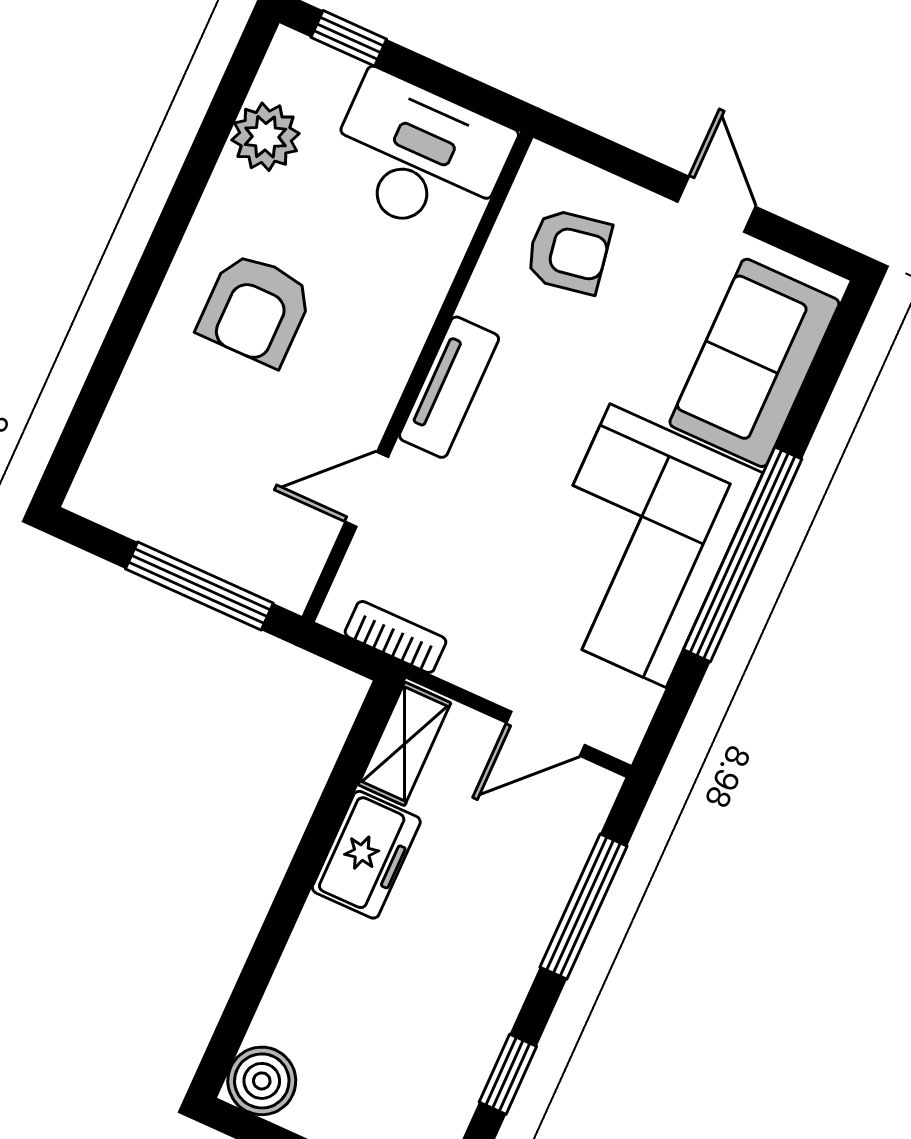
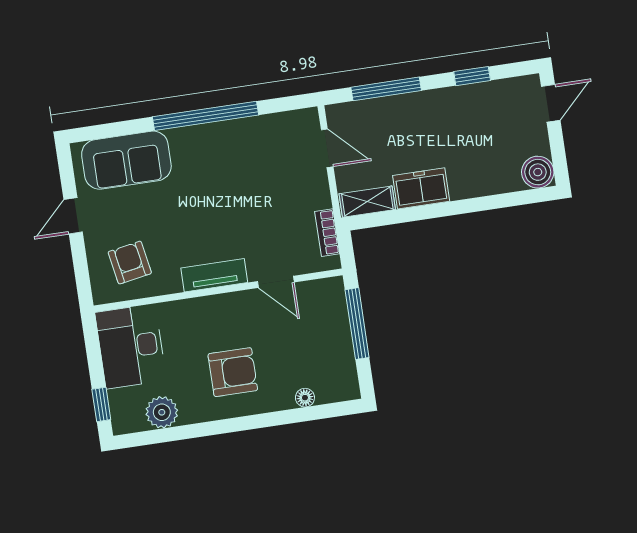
floor lamp: (127, 408) -> (305, 398), added
corner sofa: (638, 546) -> (229, 160), removed

